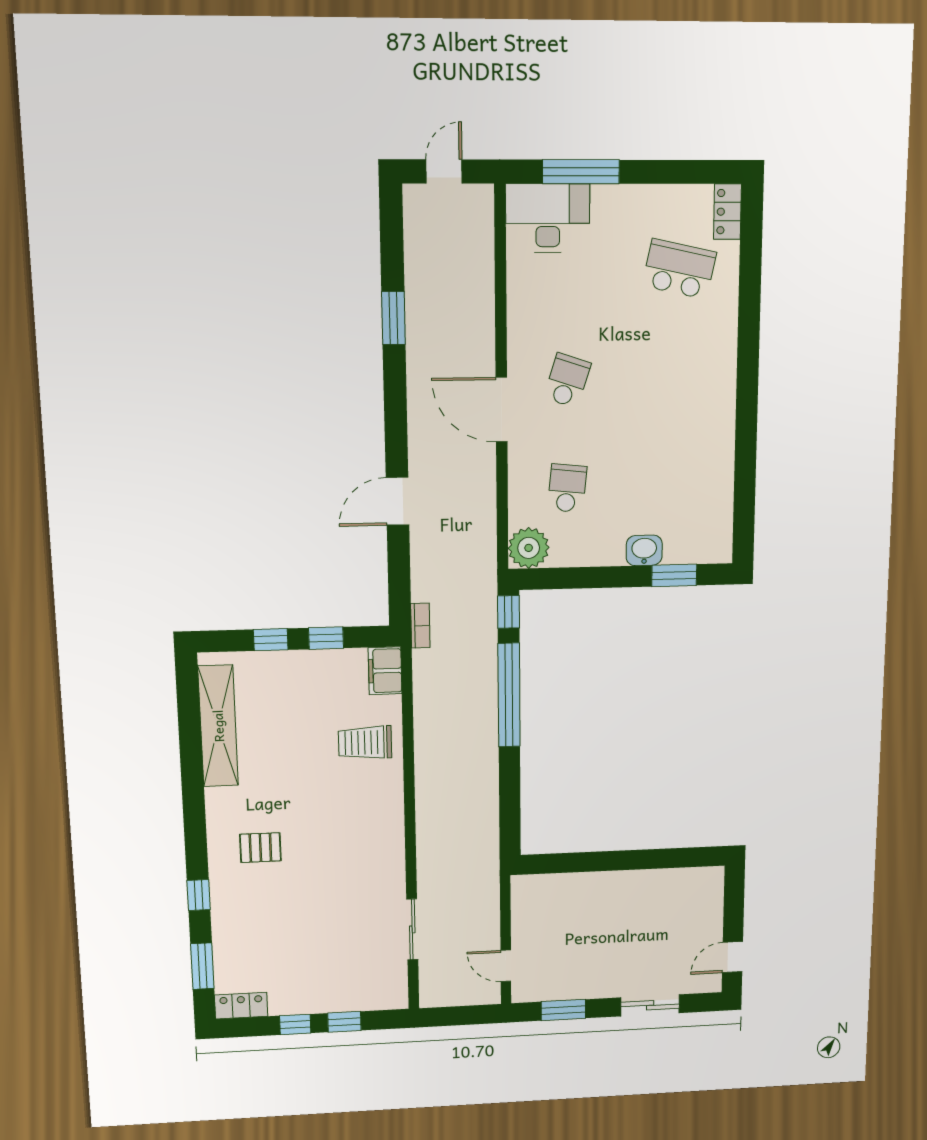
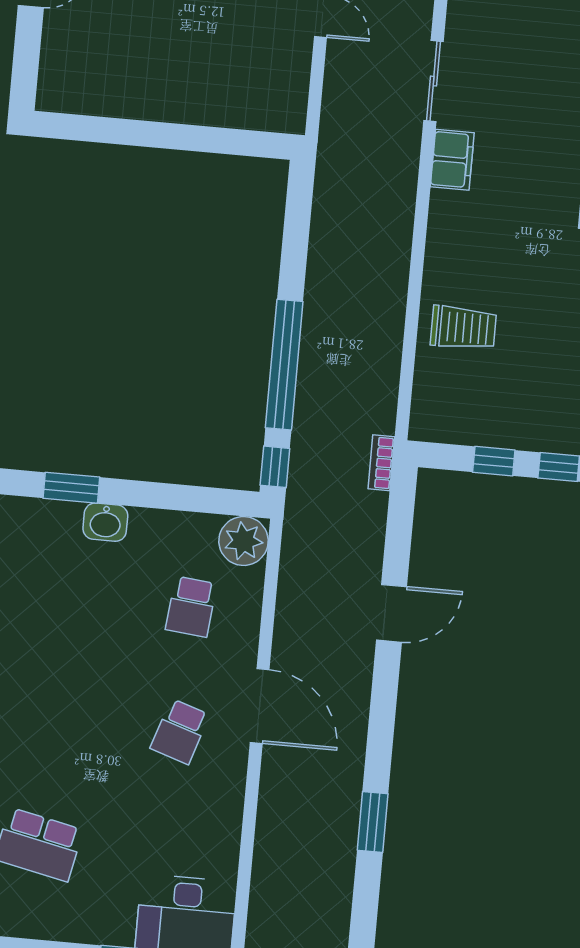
filing cabinet: (385, 671) -> (452, 160), moved

